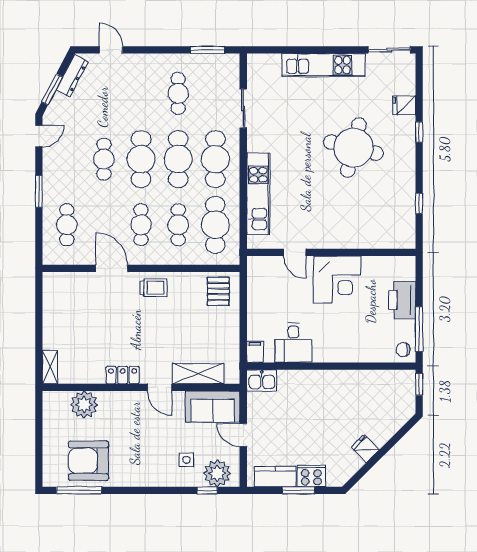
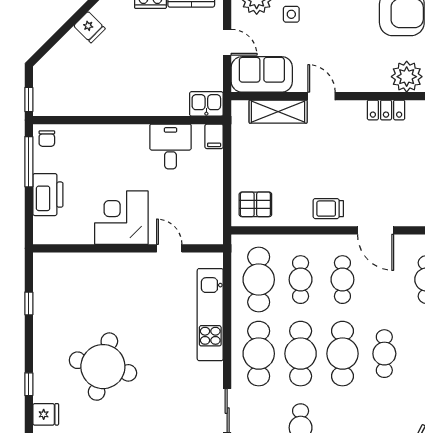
pallet: (218, 291) -> (255, 204), turned 90
chair: (403, 350) -> (47, 139), turned 90
locker: (123, 375) -> (386, 110), moved

